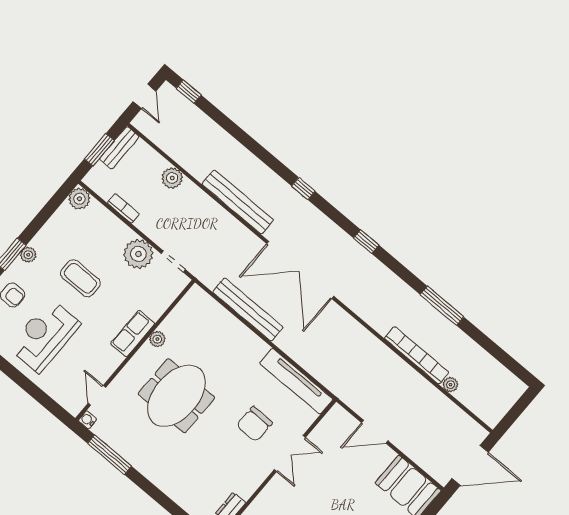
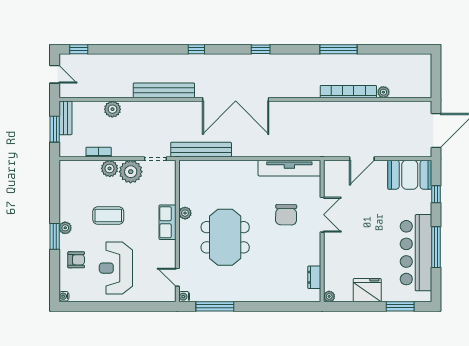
plant: (79, 199) -> (110, 168), moved
bench: (248, 309) -> (201, 150), moved

